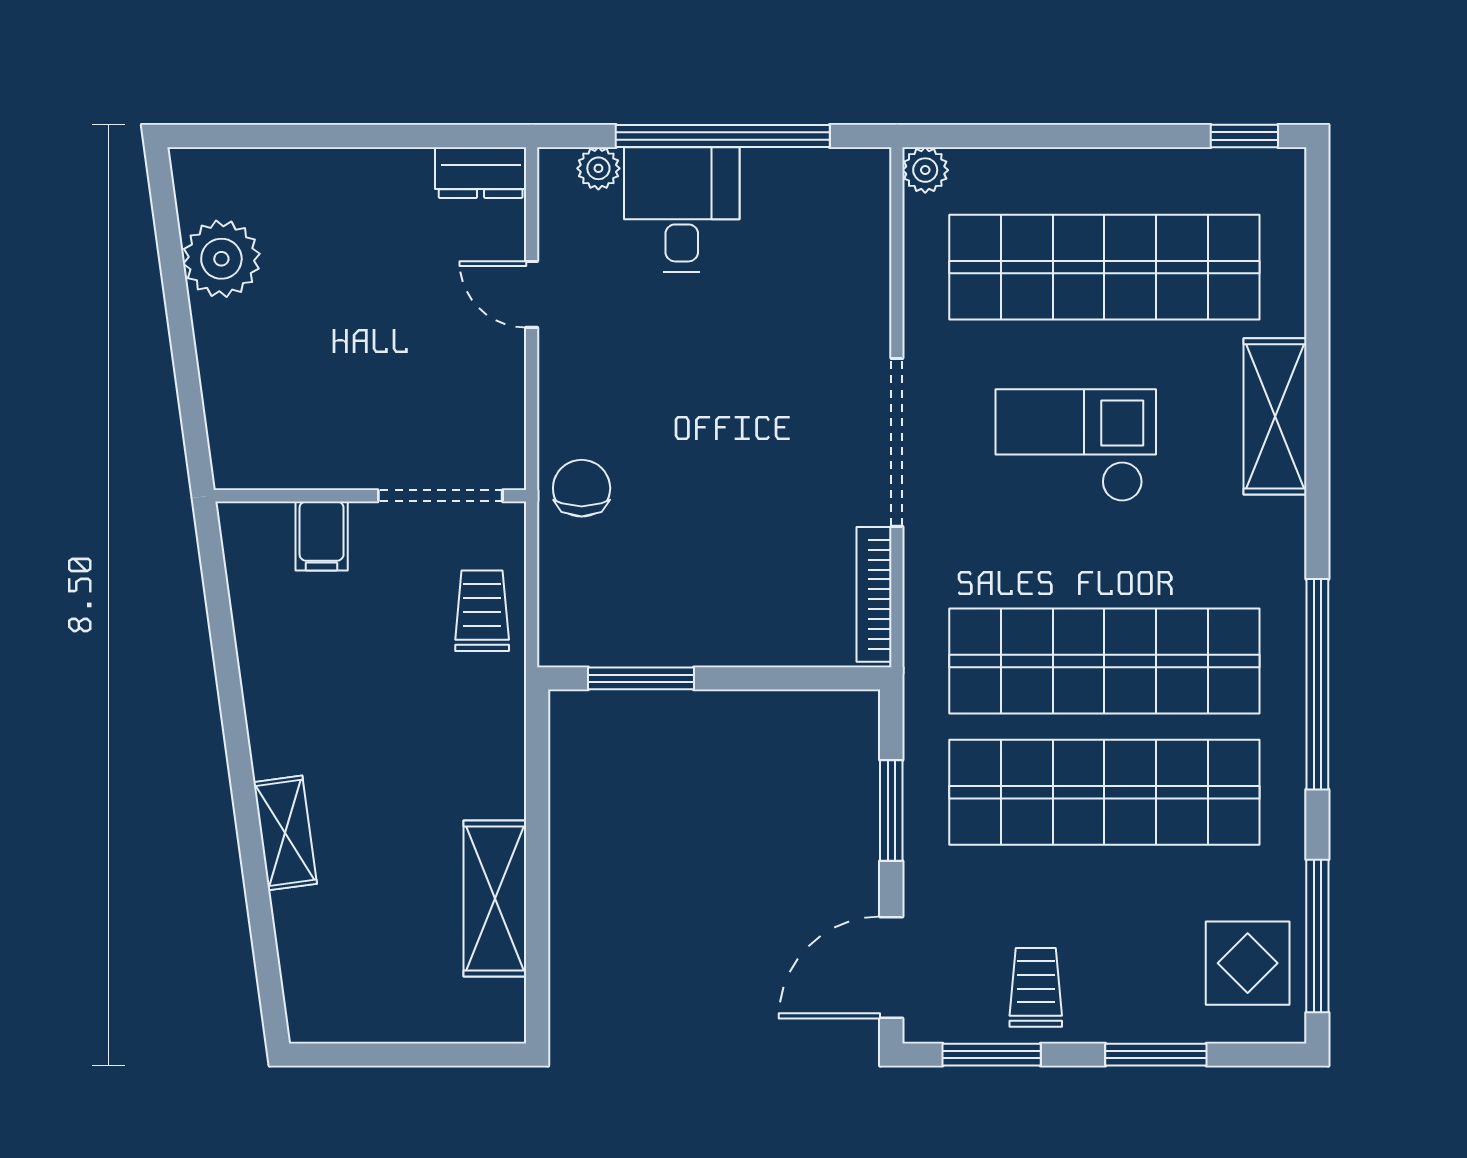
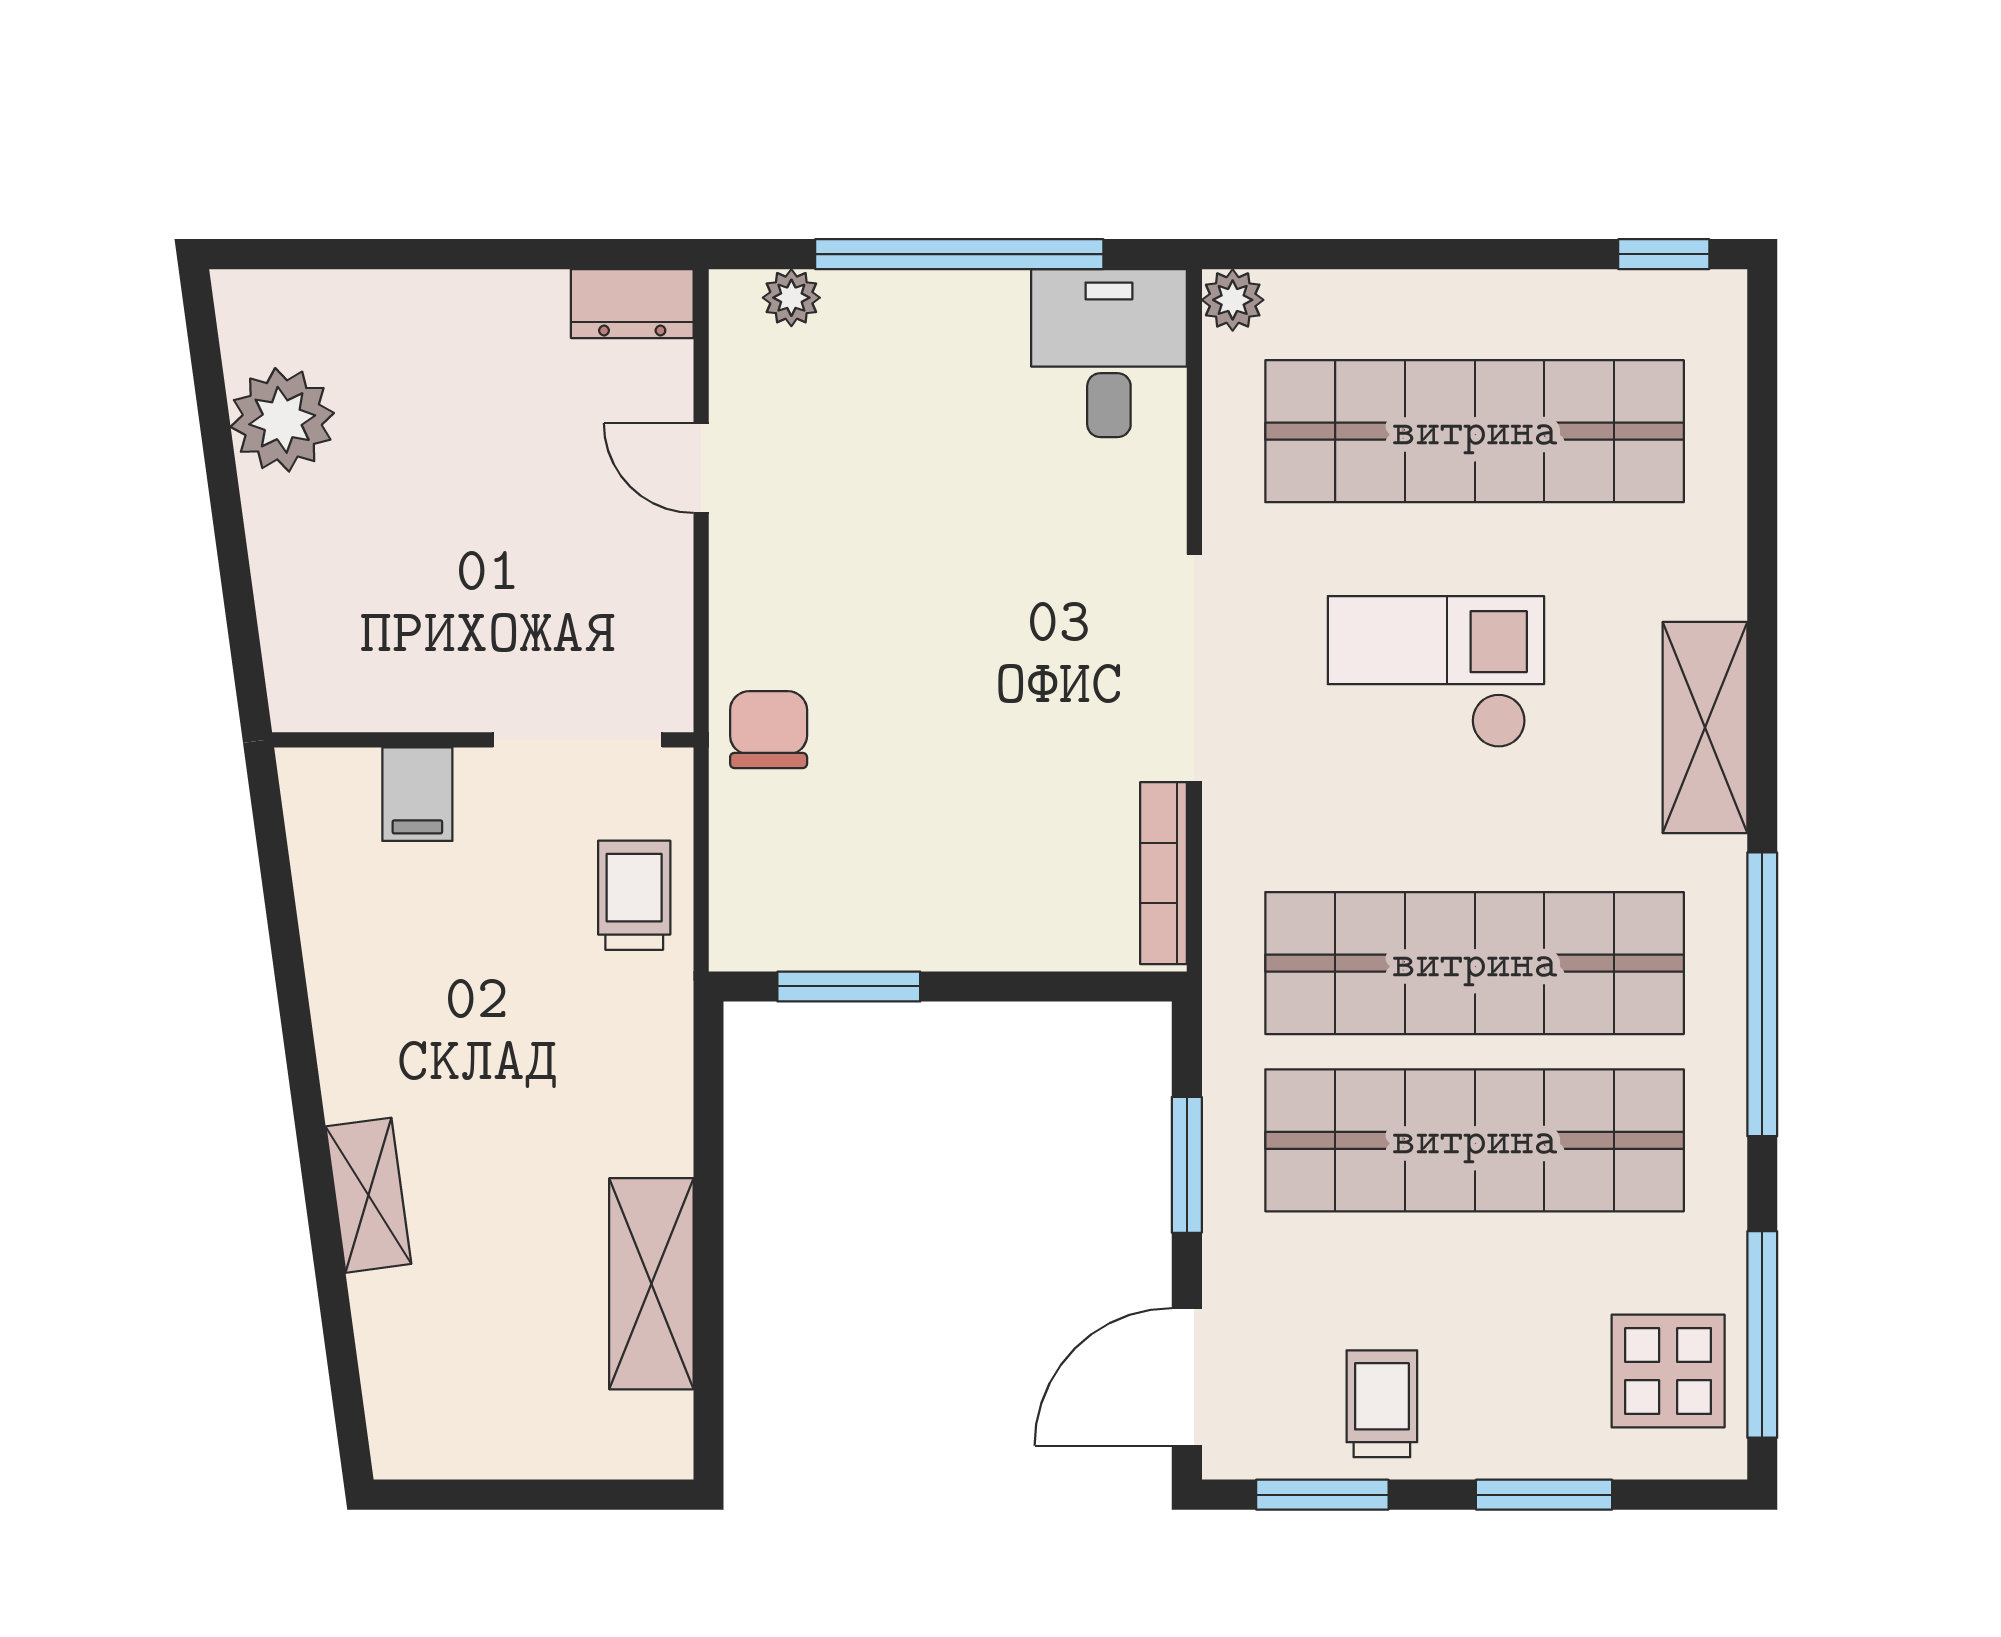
desk: (682, 209) -> (1109, 353), moved
shelving: (1275, 416) -> (1705, 728), moved

